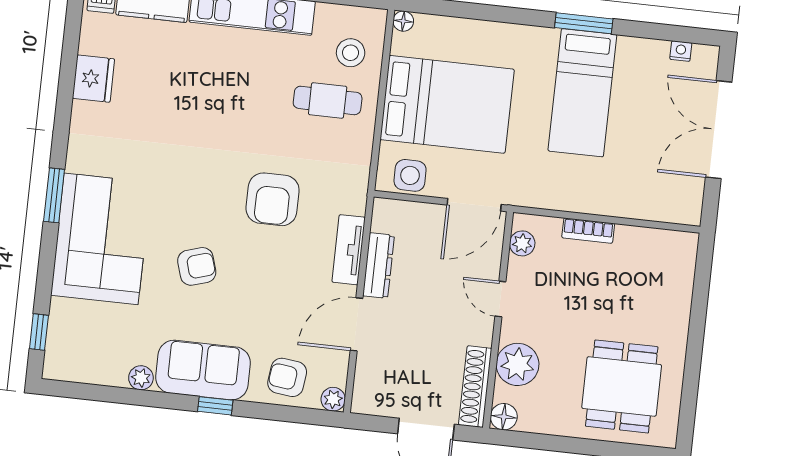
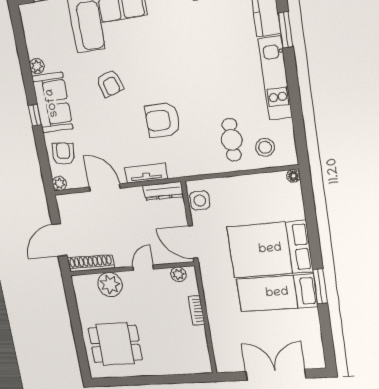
nightstand: (681, 51) -> (317, 346), removed
bed: (447, 104) -> (270, 249), moved, turned 90
dresser: (379, 266) -> (163, 191), moved
floor lamp: (504, 417) -> (79, 282), removed

